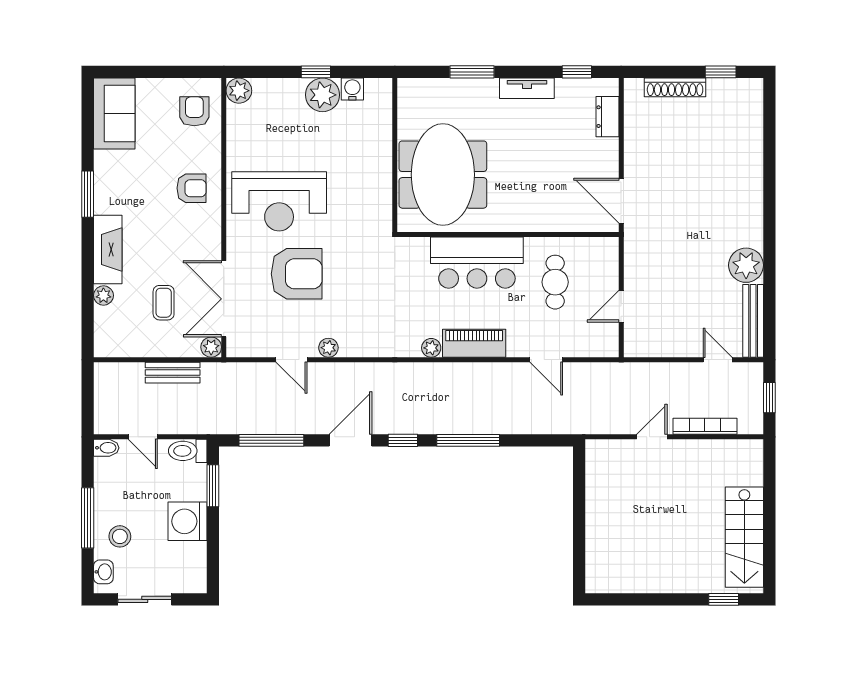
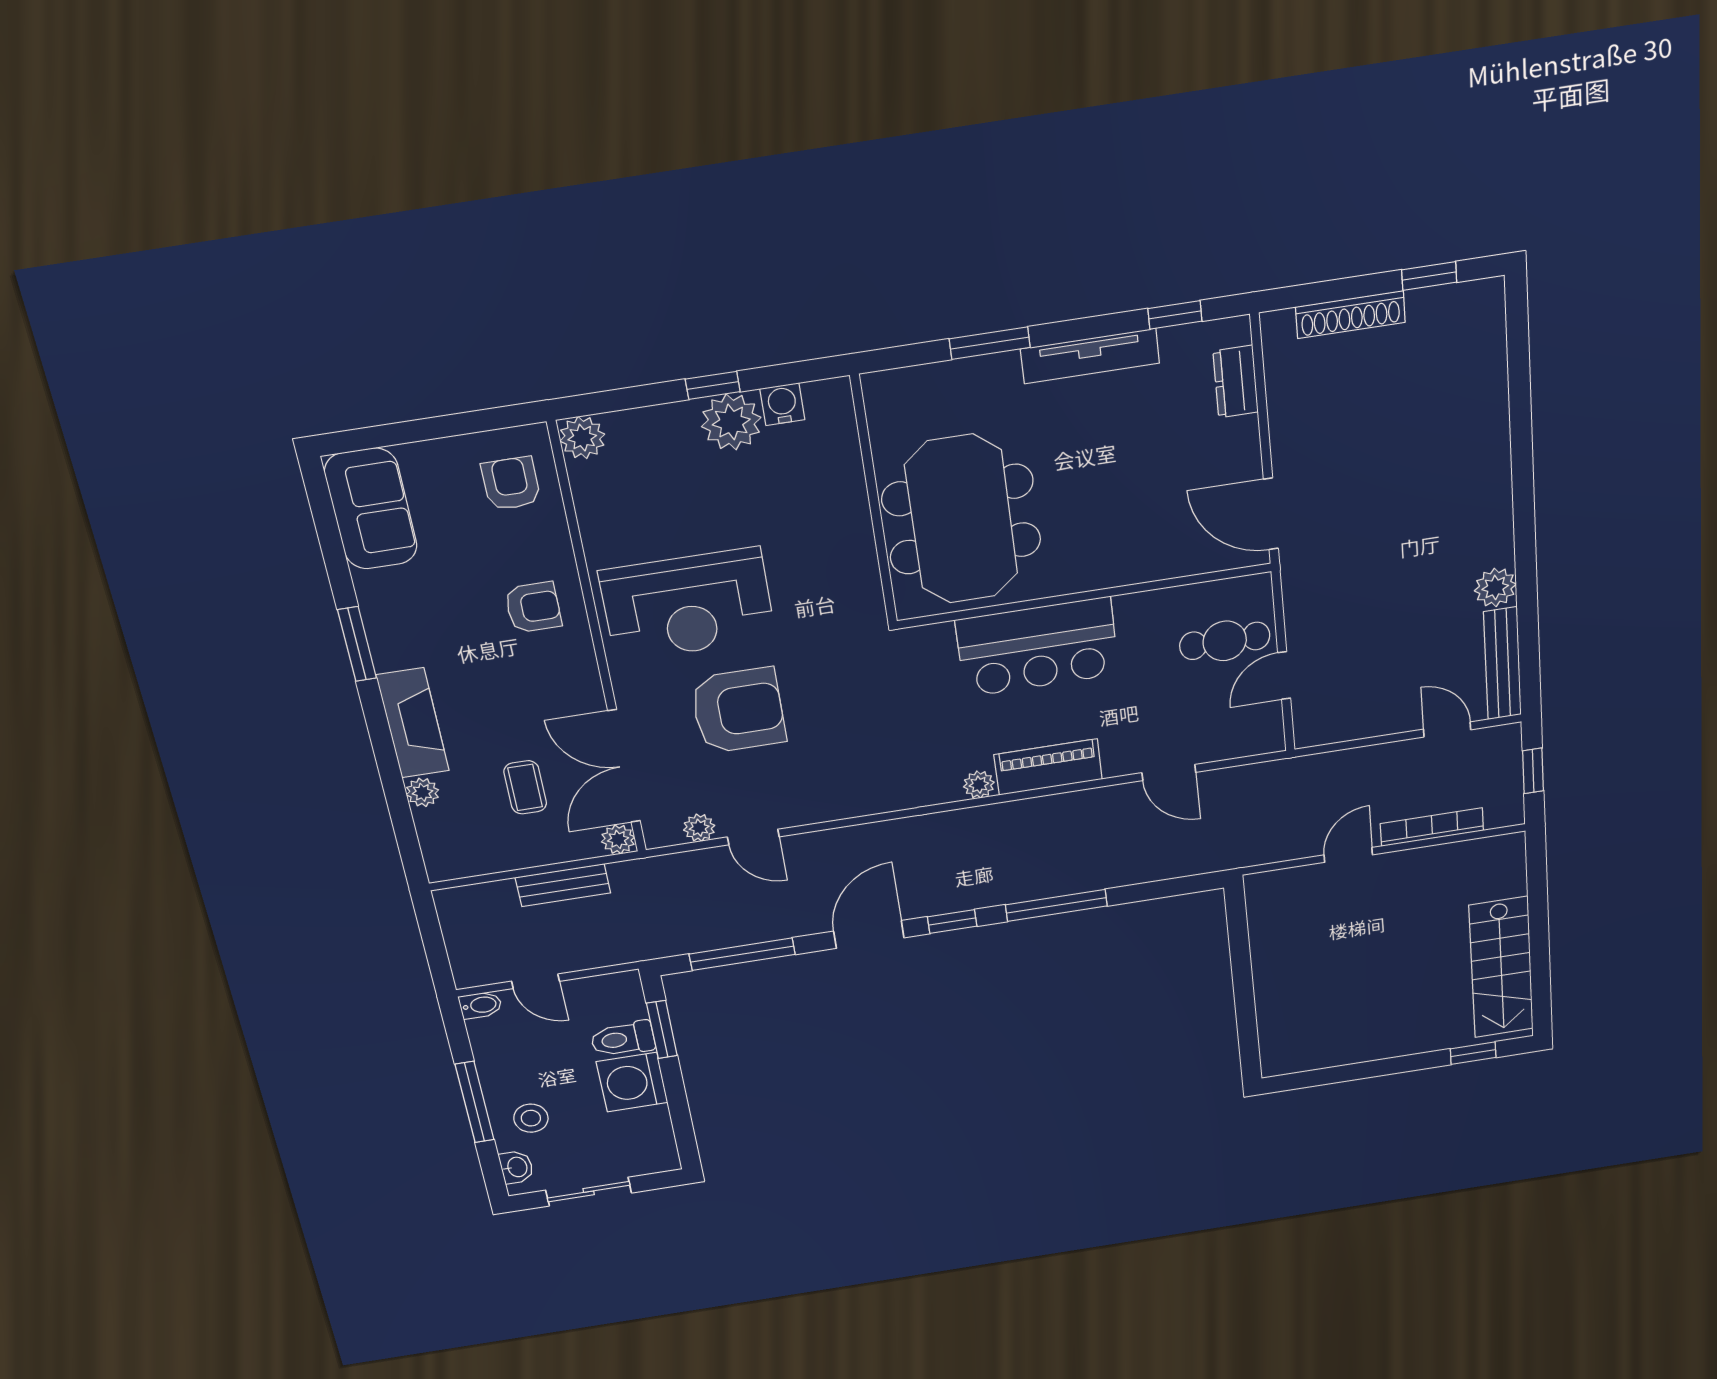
tv unit: (527, 88) -> (1090, 356), width x1.41
plant: (746, 265) -> (1495, 588), width x0.73, depth x0.73
cafe table: (555, 282) -> (1225, 641), moved, turned 90
plant: (328, 348) -> (699, 828), moved
toilet: (188, 451) -> (623, 1039), moved

